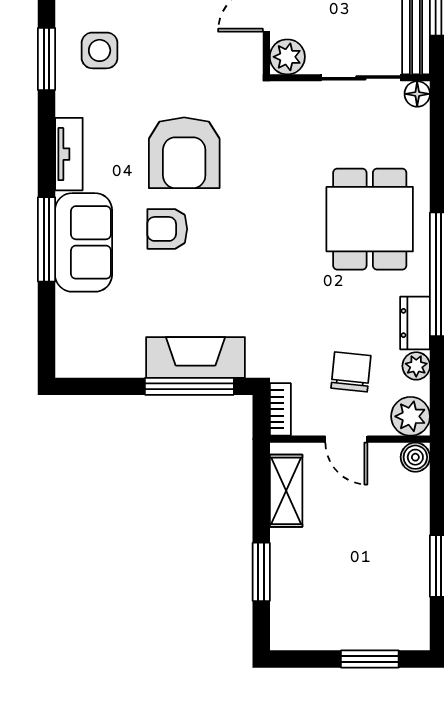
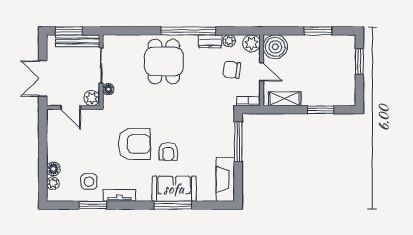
floor lamp: (417, 94) -> (108, 89), moved
tv unit: (69, 154) -> (119, 195), moved
dining table: (370, 219) -> (164, 61), turned 90
fireplace: (195, 357) -> (225, 179), moved
door: (346, 439) -> (262, 72), hinge flipped
boiler: (415, 457) -> (275, 47), width x1.86, depth x1.86

